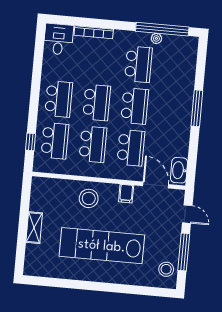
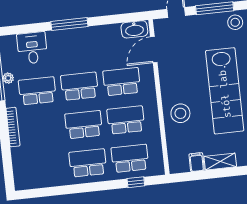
bookcase: (94, 32) -> (13, 127), moved
desk: (58, 39) -> (32, 48), moved, turned 90
filing cabinet: (126, 194) -> (197, 162), moved, turned -90

